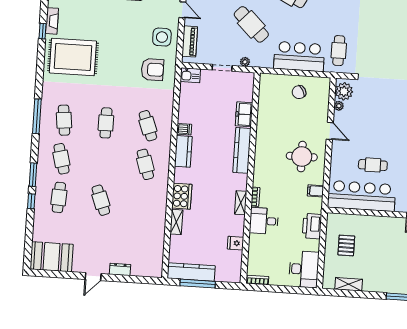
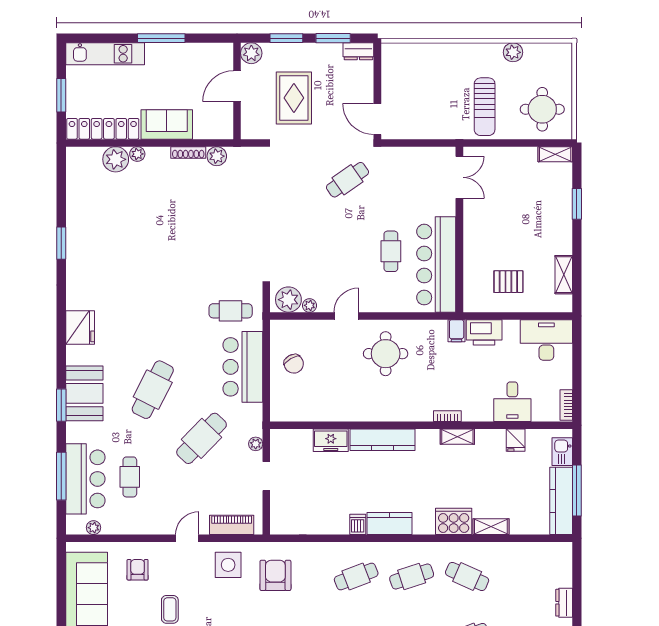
kitchen sink: (190, 75) -> (562, 452), moved, turned 180
filing cabinet: (316, 191) -> (457, 331), moved
cafe table: (143, 203) -> (467, 577), added
desk: (264, 221) -> (512, 402), moved

